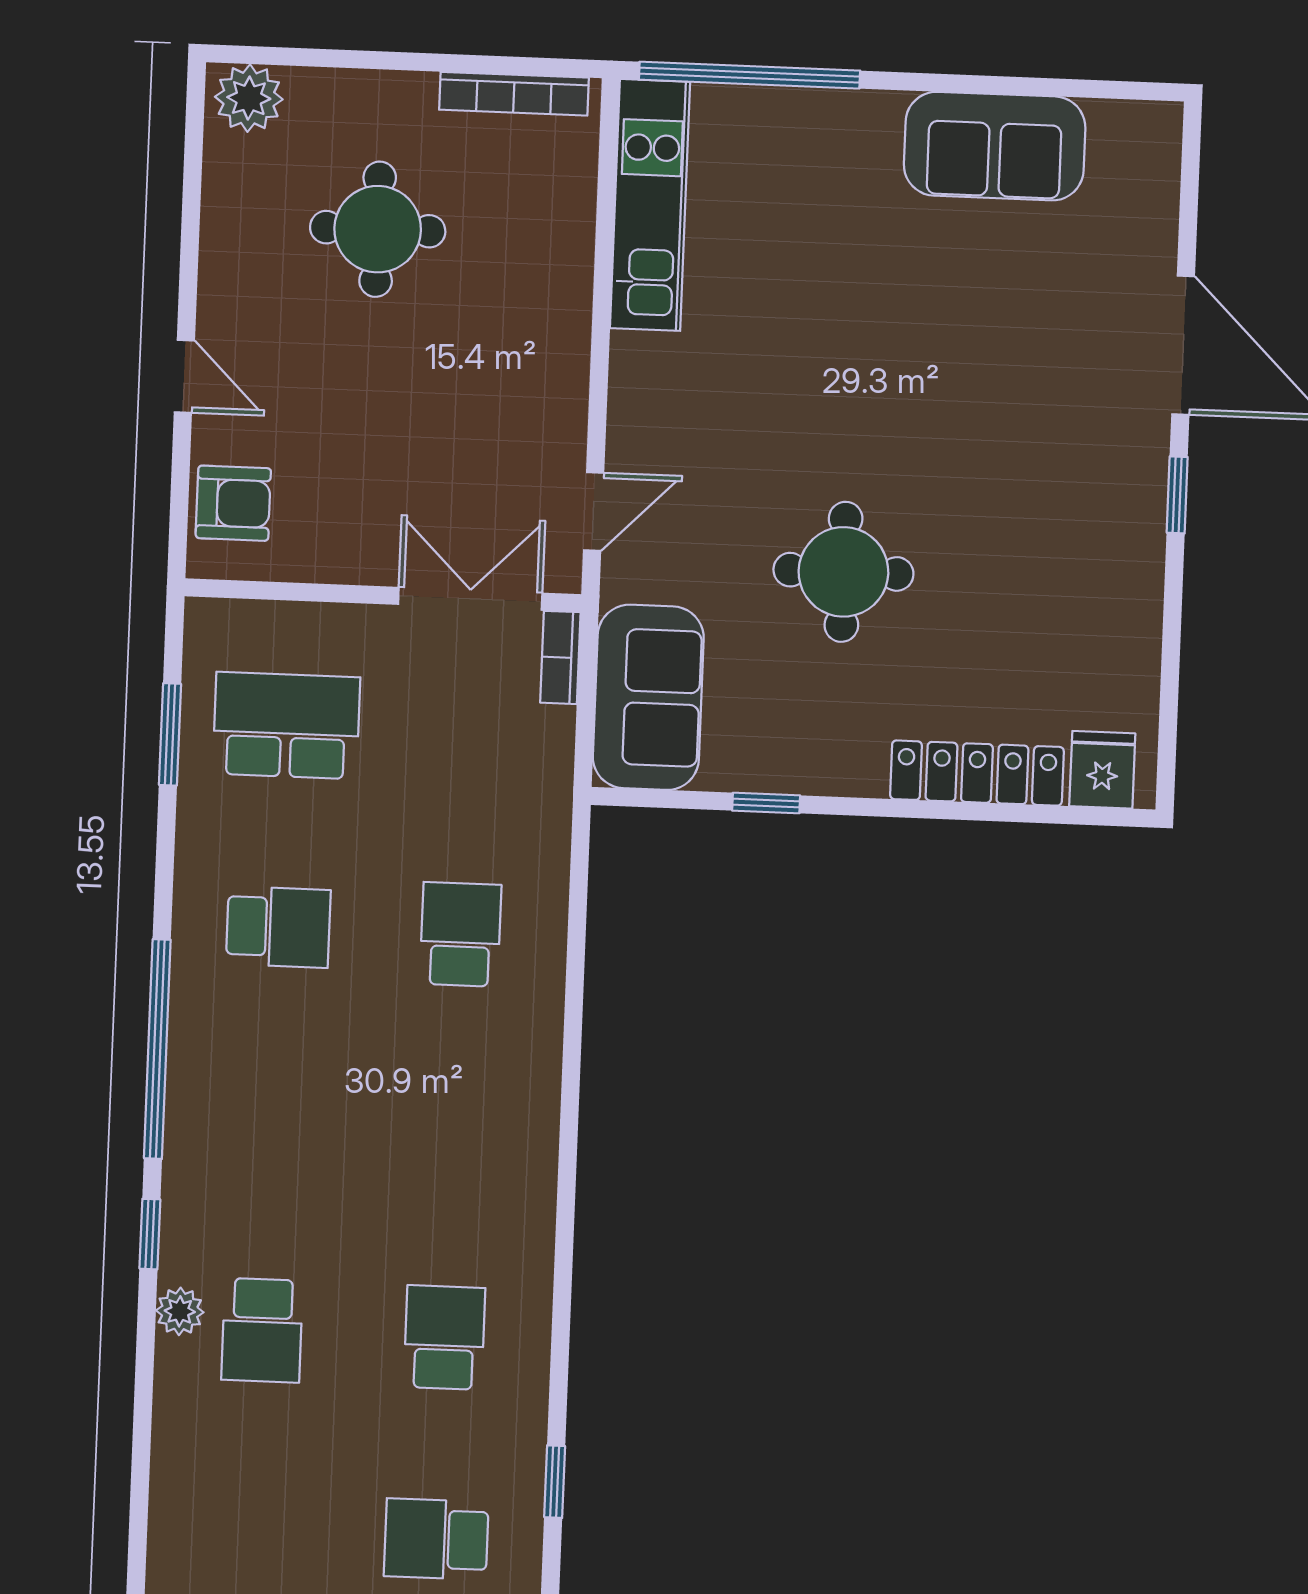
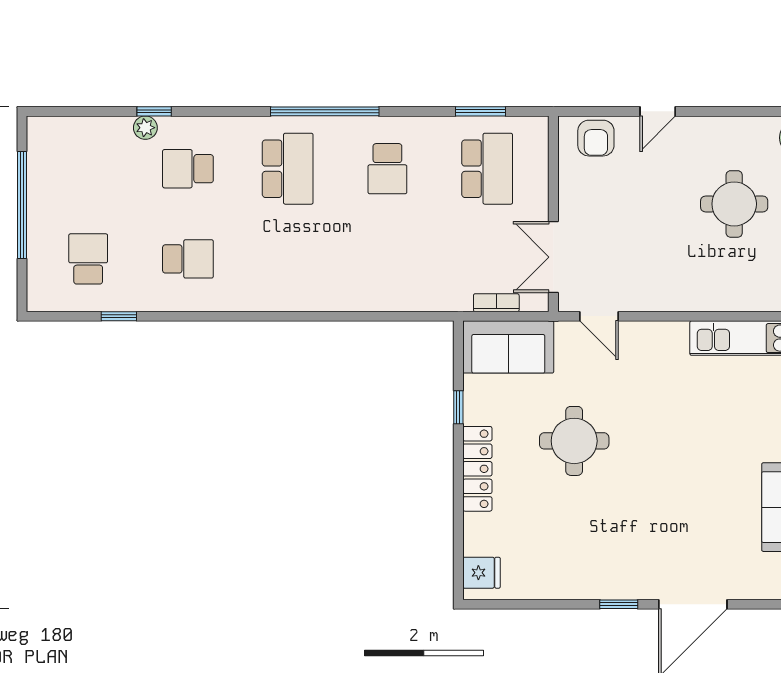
double door: (470, 599) -> (553, 257), swing flipped
bookcase: (560, 657) -> (496, 303), moved
locker: (977, 773) -> (477, 469), moved
school desk: (461, 934) -> (288, 169), moved, width x1.85
window: (150, 1234) -> (154, 111), moved
plant: (180, 1311) -> (145, 128), moved

